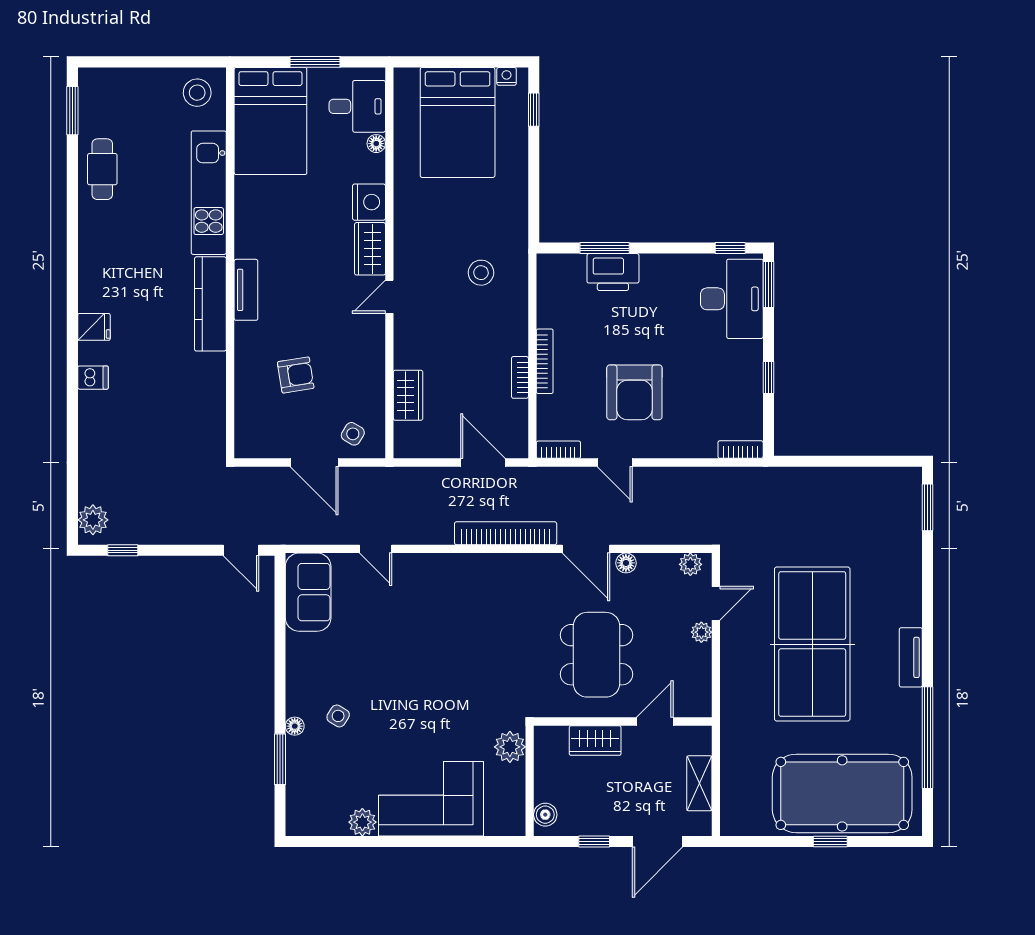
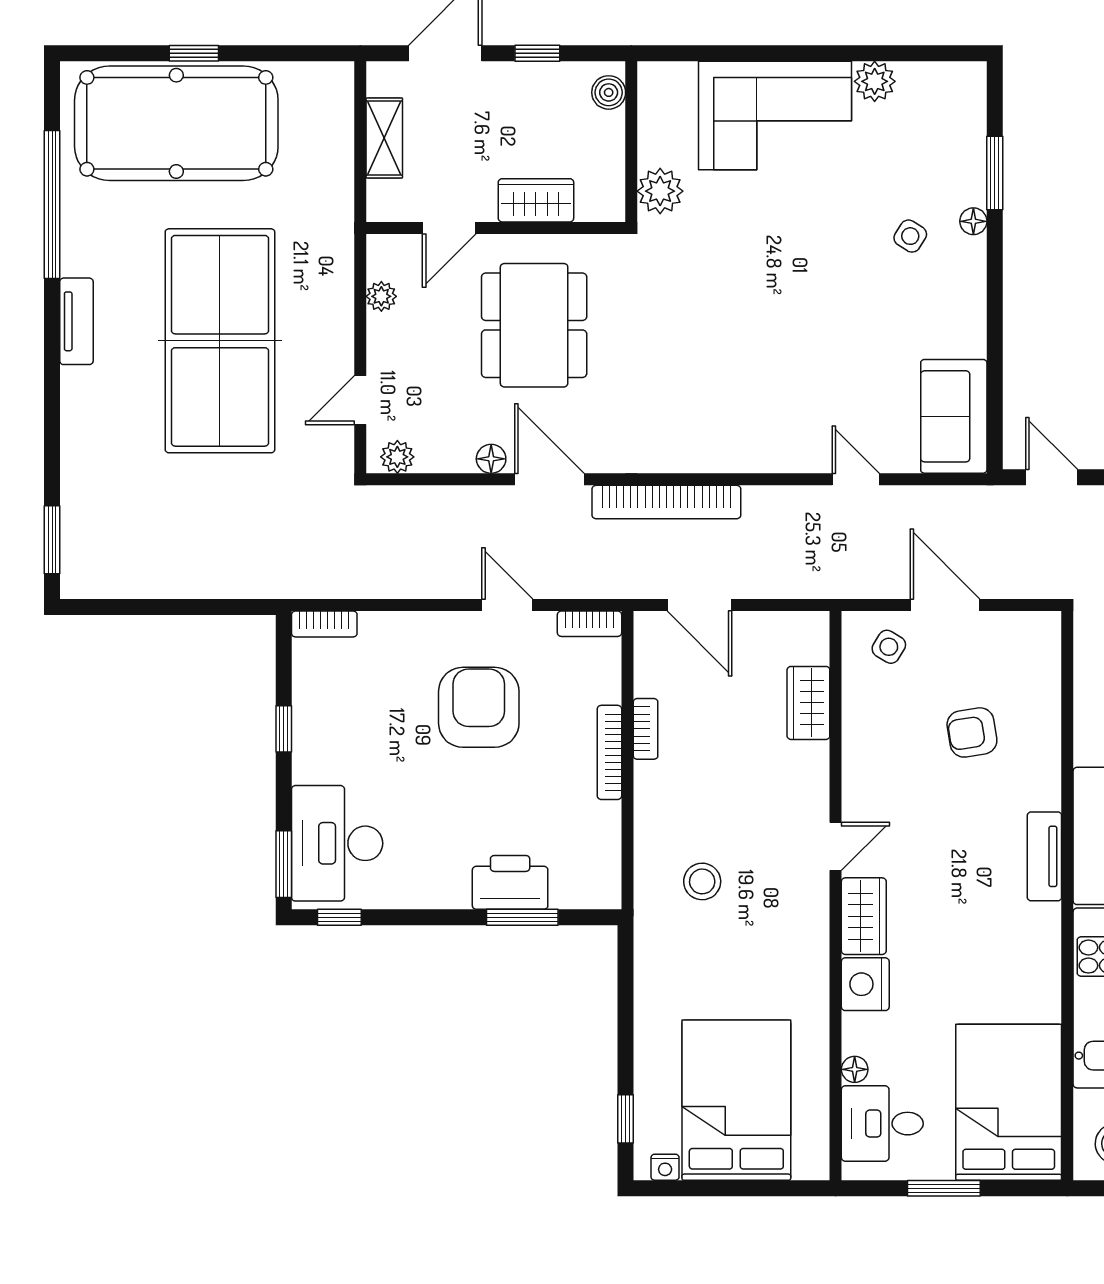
plant: (701, 632) -> (381, 296), moved

